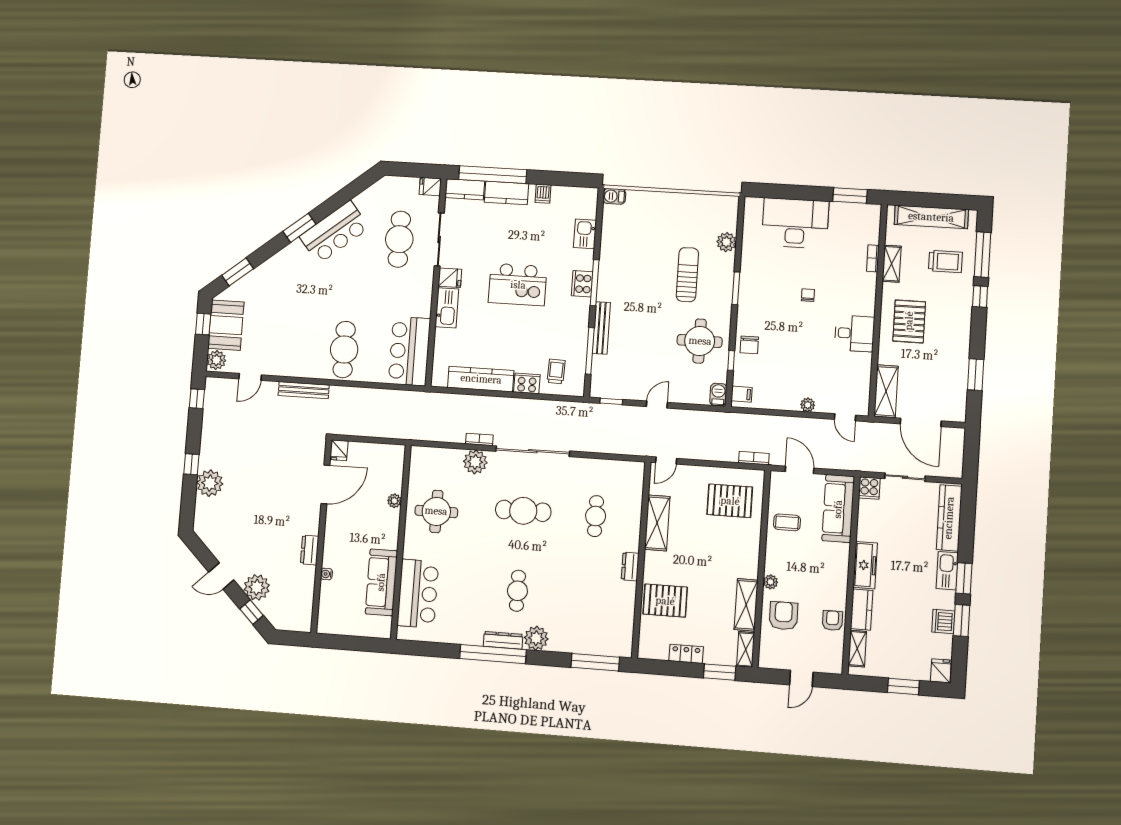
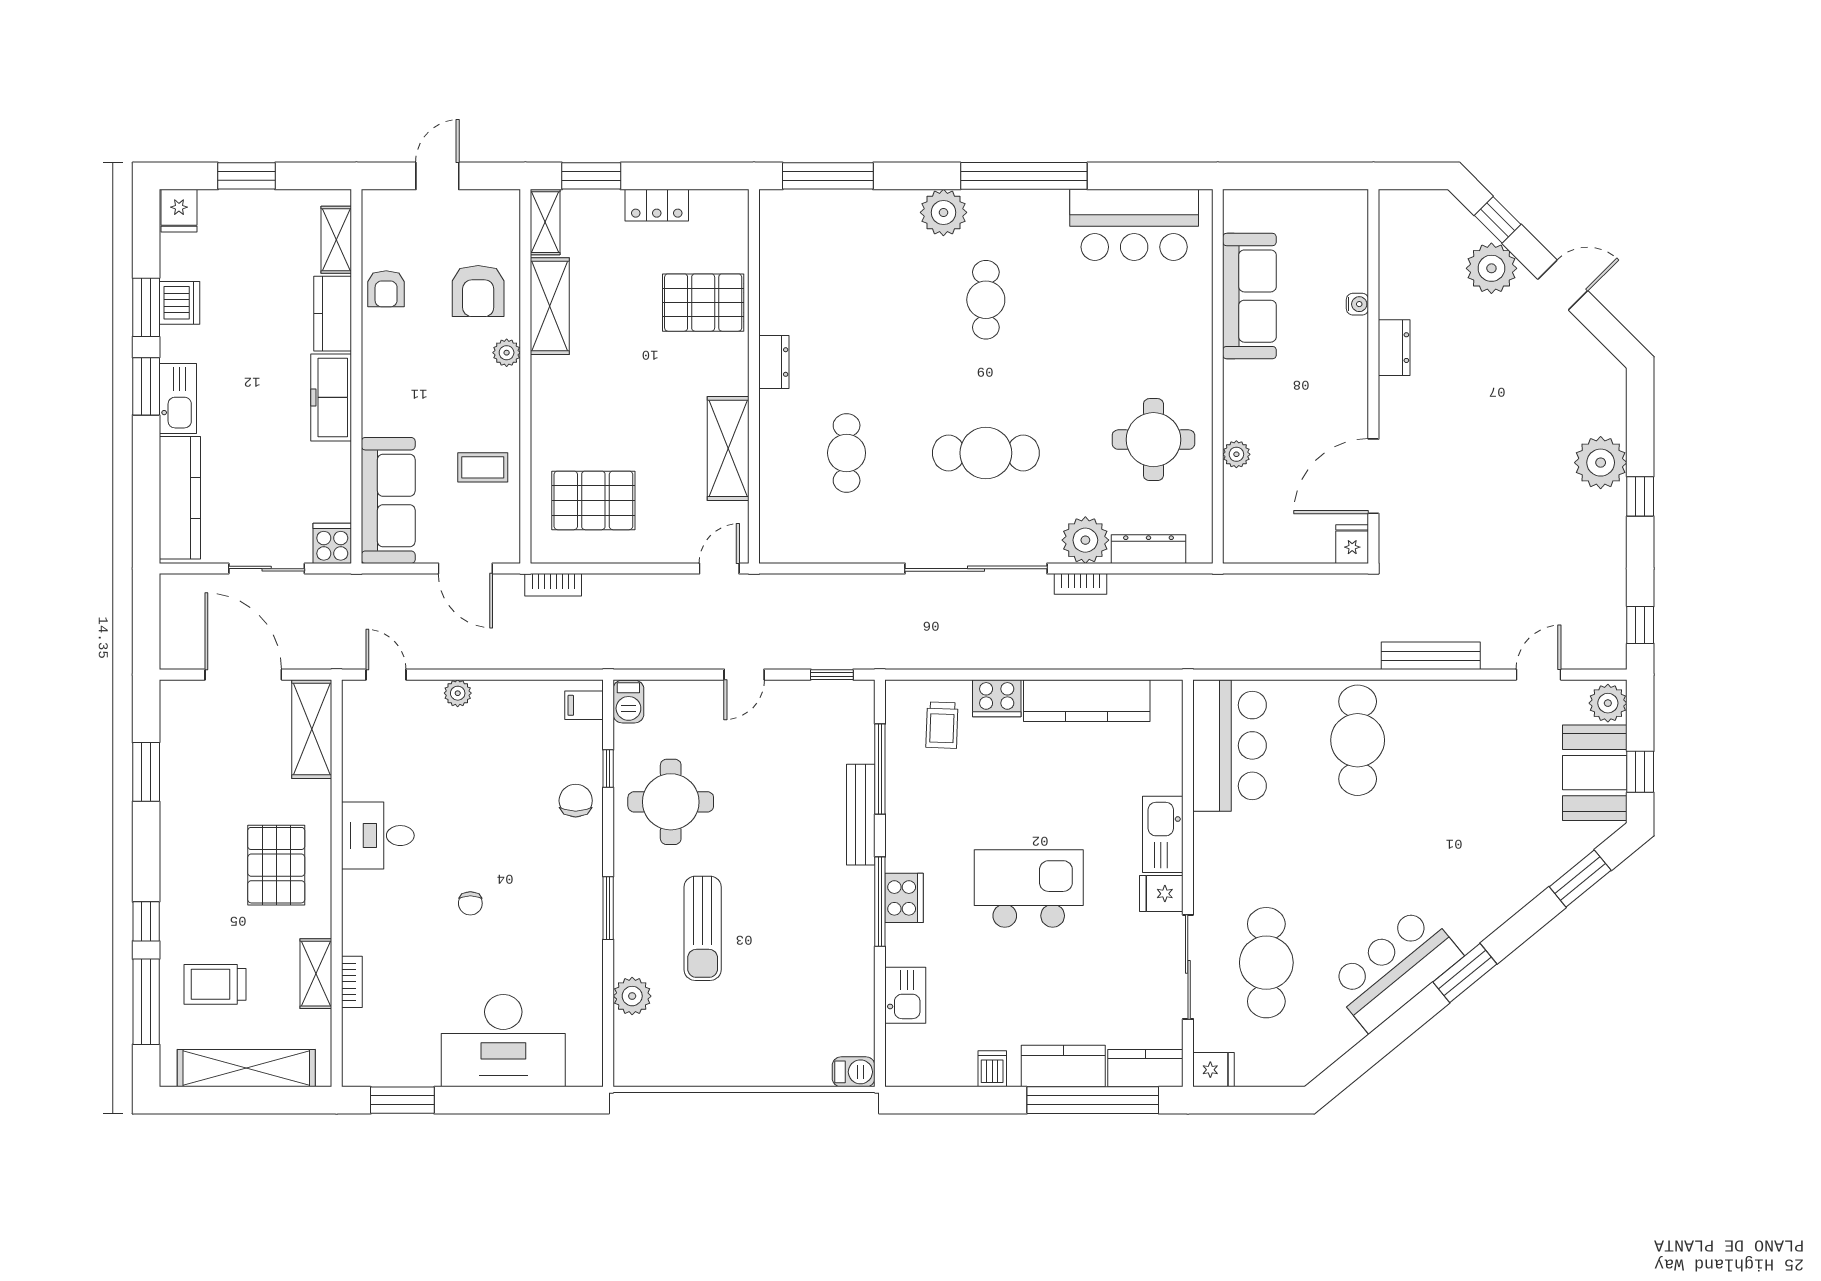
bar counter: (418, 594) -> (1134, 225), moved, turned -90
dresser: (503, 640) -> (1149, 549), moved, turned 180

